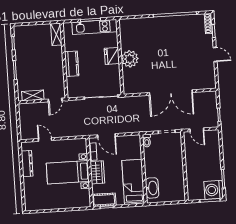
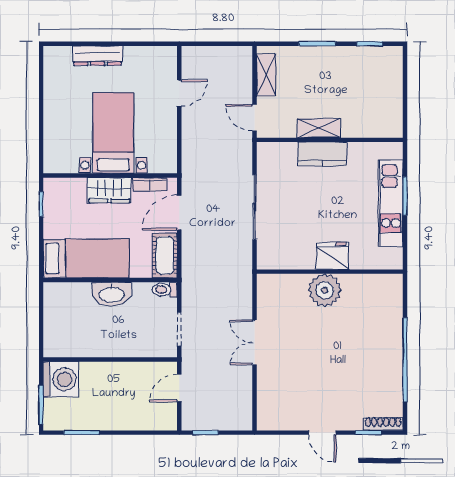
shelving: (56, 34) -> (319, 128), moved
door: (215, 55) -> (322, 433), hinge flipped
fridge: (112, 56) -> (333, 256), moved
wall: (120, 57) -> (330, 272), moved
plant: (130, 59) -> (325, 290), moved
double door: (171, 93) -> (254, 342), width x0.54
dresser: (27, 164) -> (97, 56), moved
washbasin: (152, 188) -> (111, 294), moved
washing machine: (214, 190) -> (61, 379), moved, turned 90
cot: (104, 200) -> (165, 255), moved

